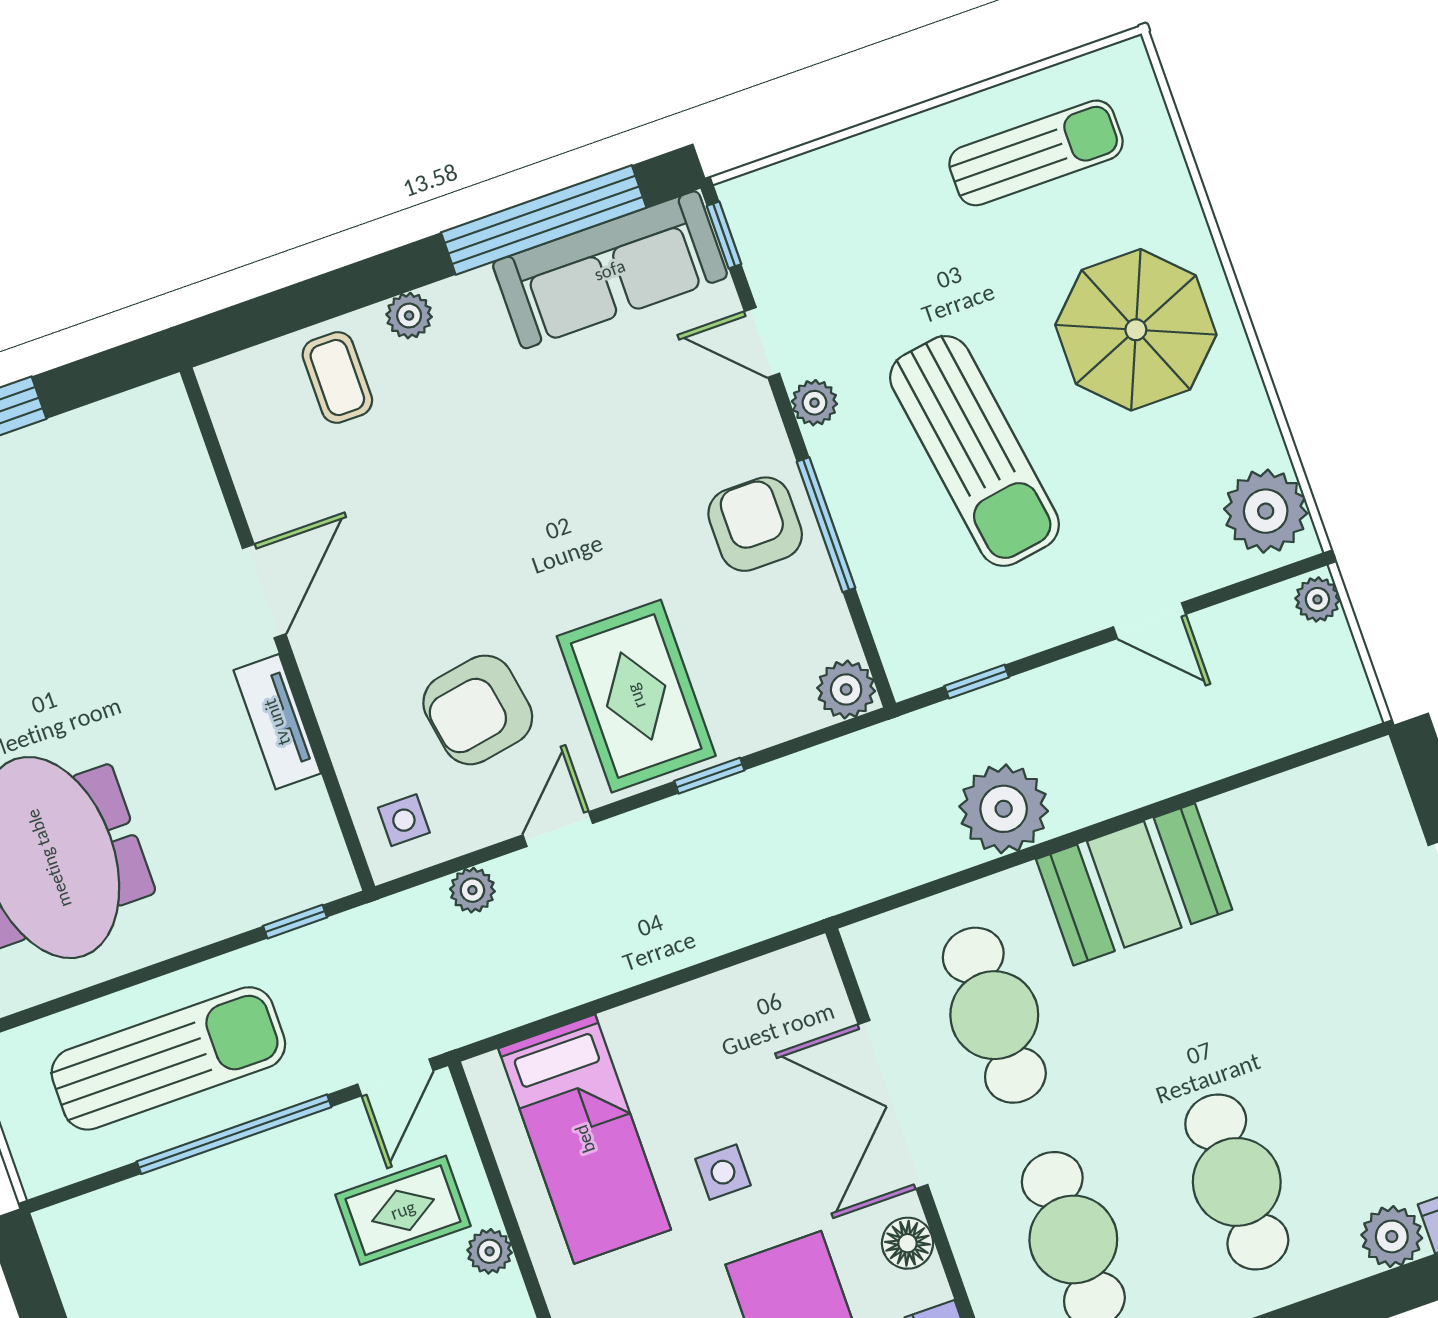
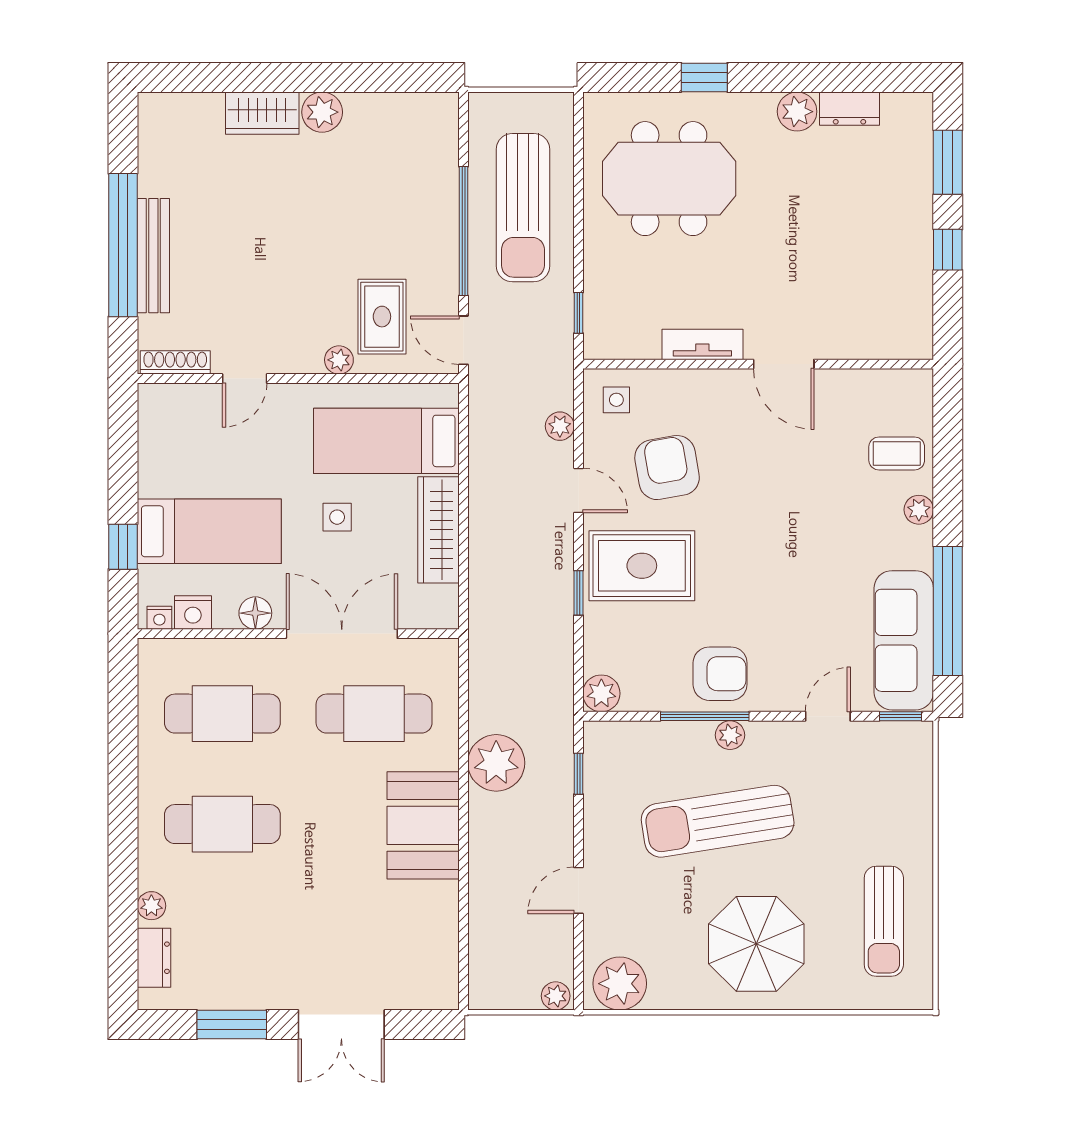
plant: (814, 403) -> (730, 735), moved
wardrobe: (689, 1015) -> (439, 530), added
plant: (1392, 1236) -> (151, 906), width x0.73, depth x0.73

